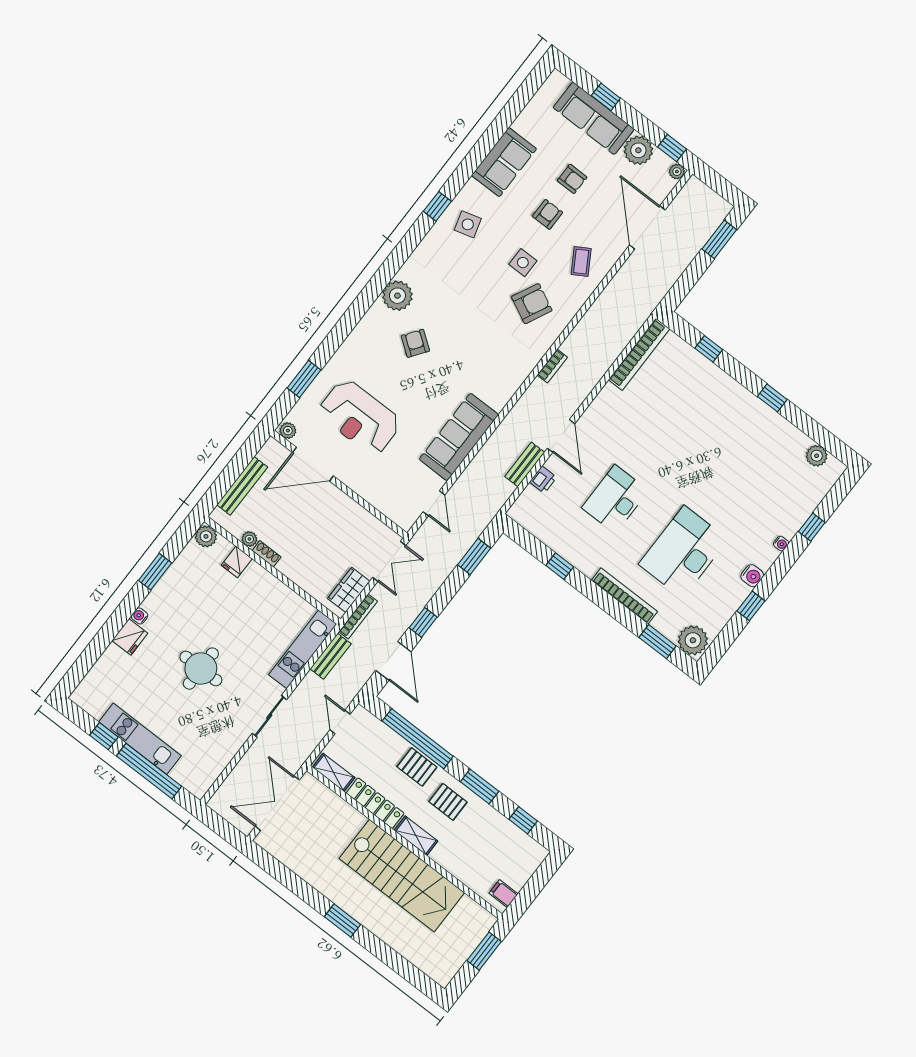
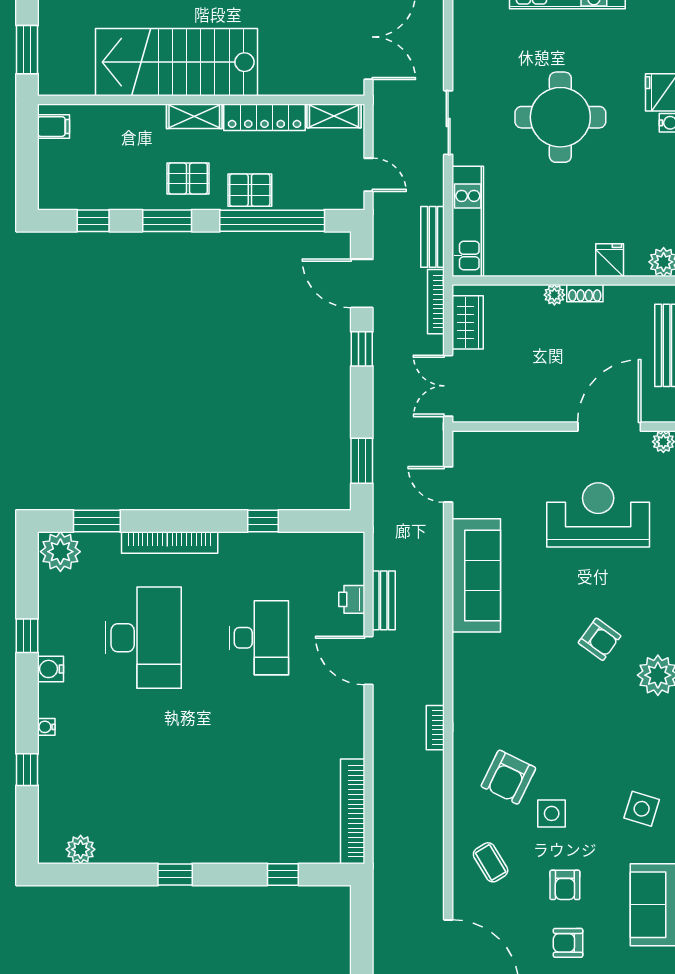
side table: (468, 224) -> (642, 809), turned 33
plant: (249, 539) -> (554, 295), moved
round table: (201, 669) -> (560, 117), width x1.36, depth x1.36

